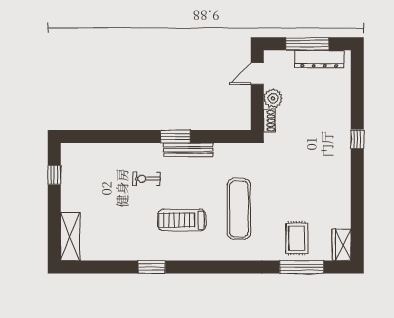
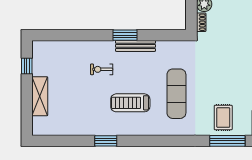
shelving: (70, 237) -> (40, 96), moved

